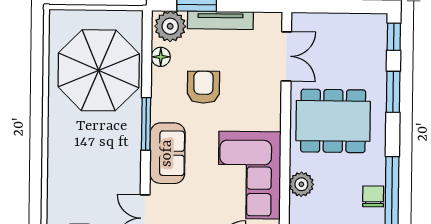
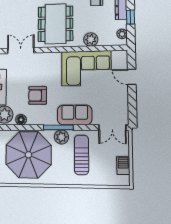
plant: (129, 129) -> (61, 137), added
sun lounger: (98, 164) -> (81, 155), added

